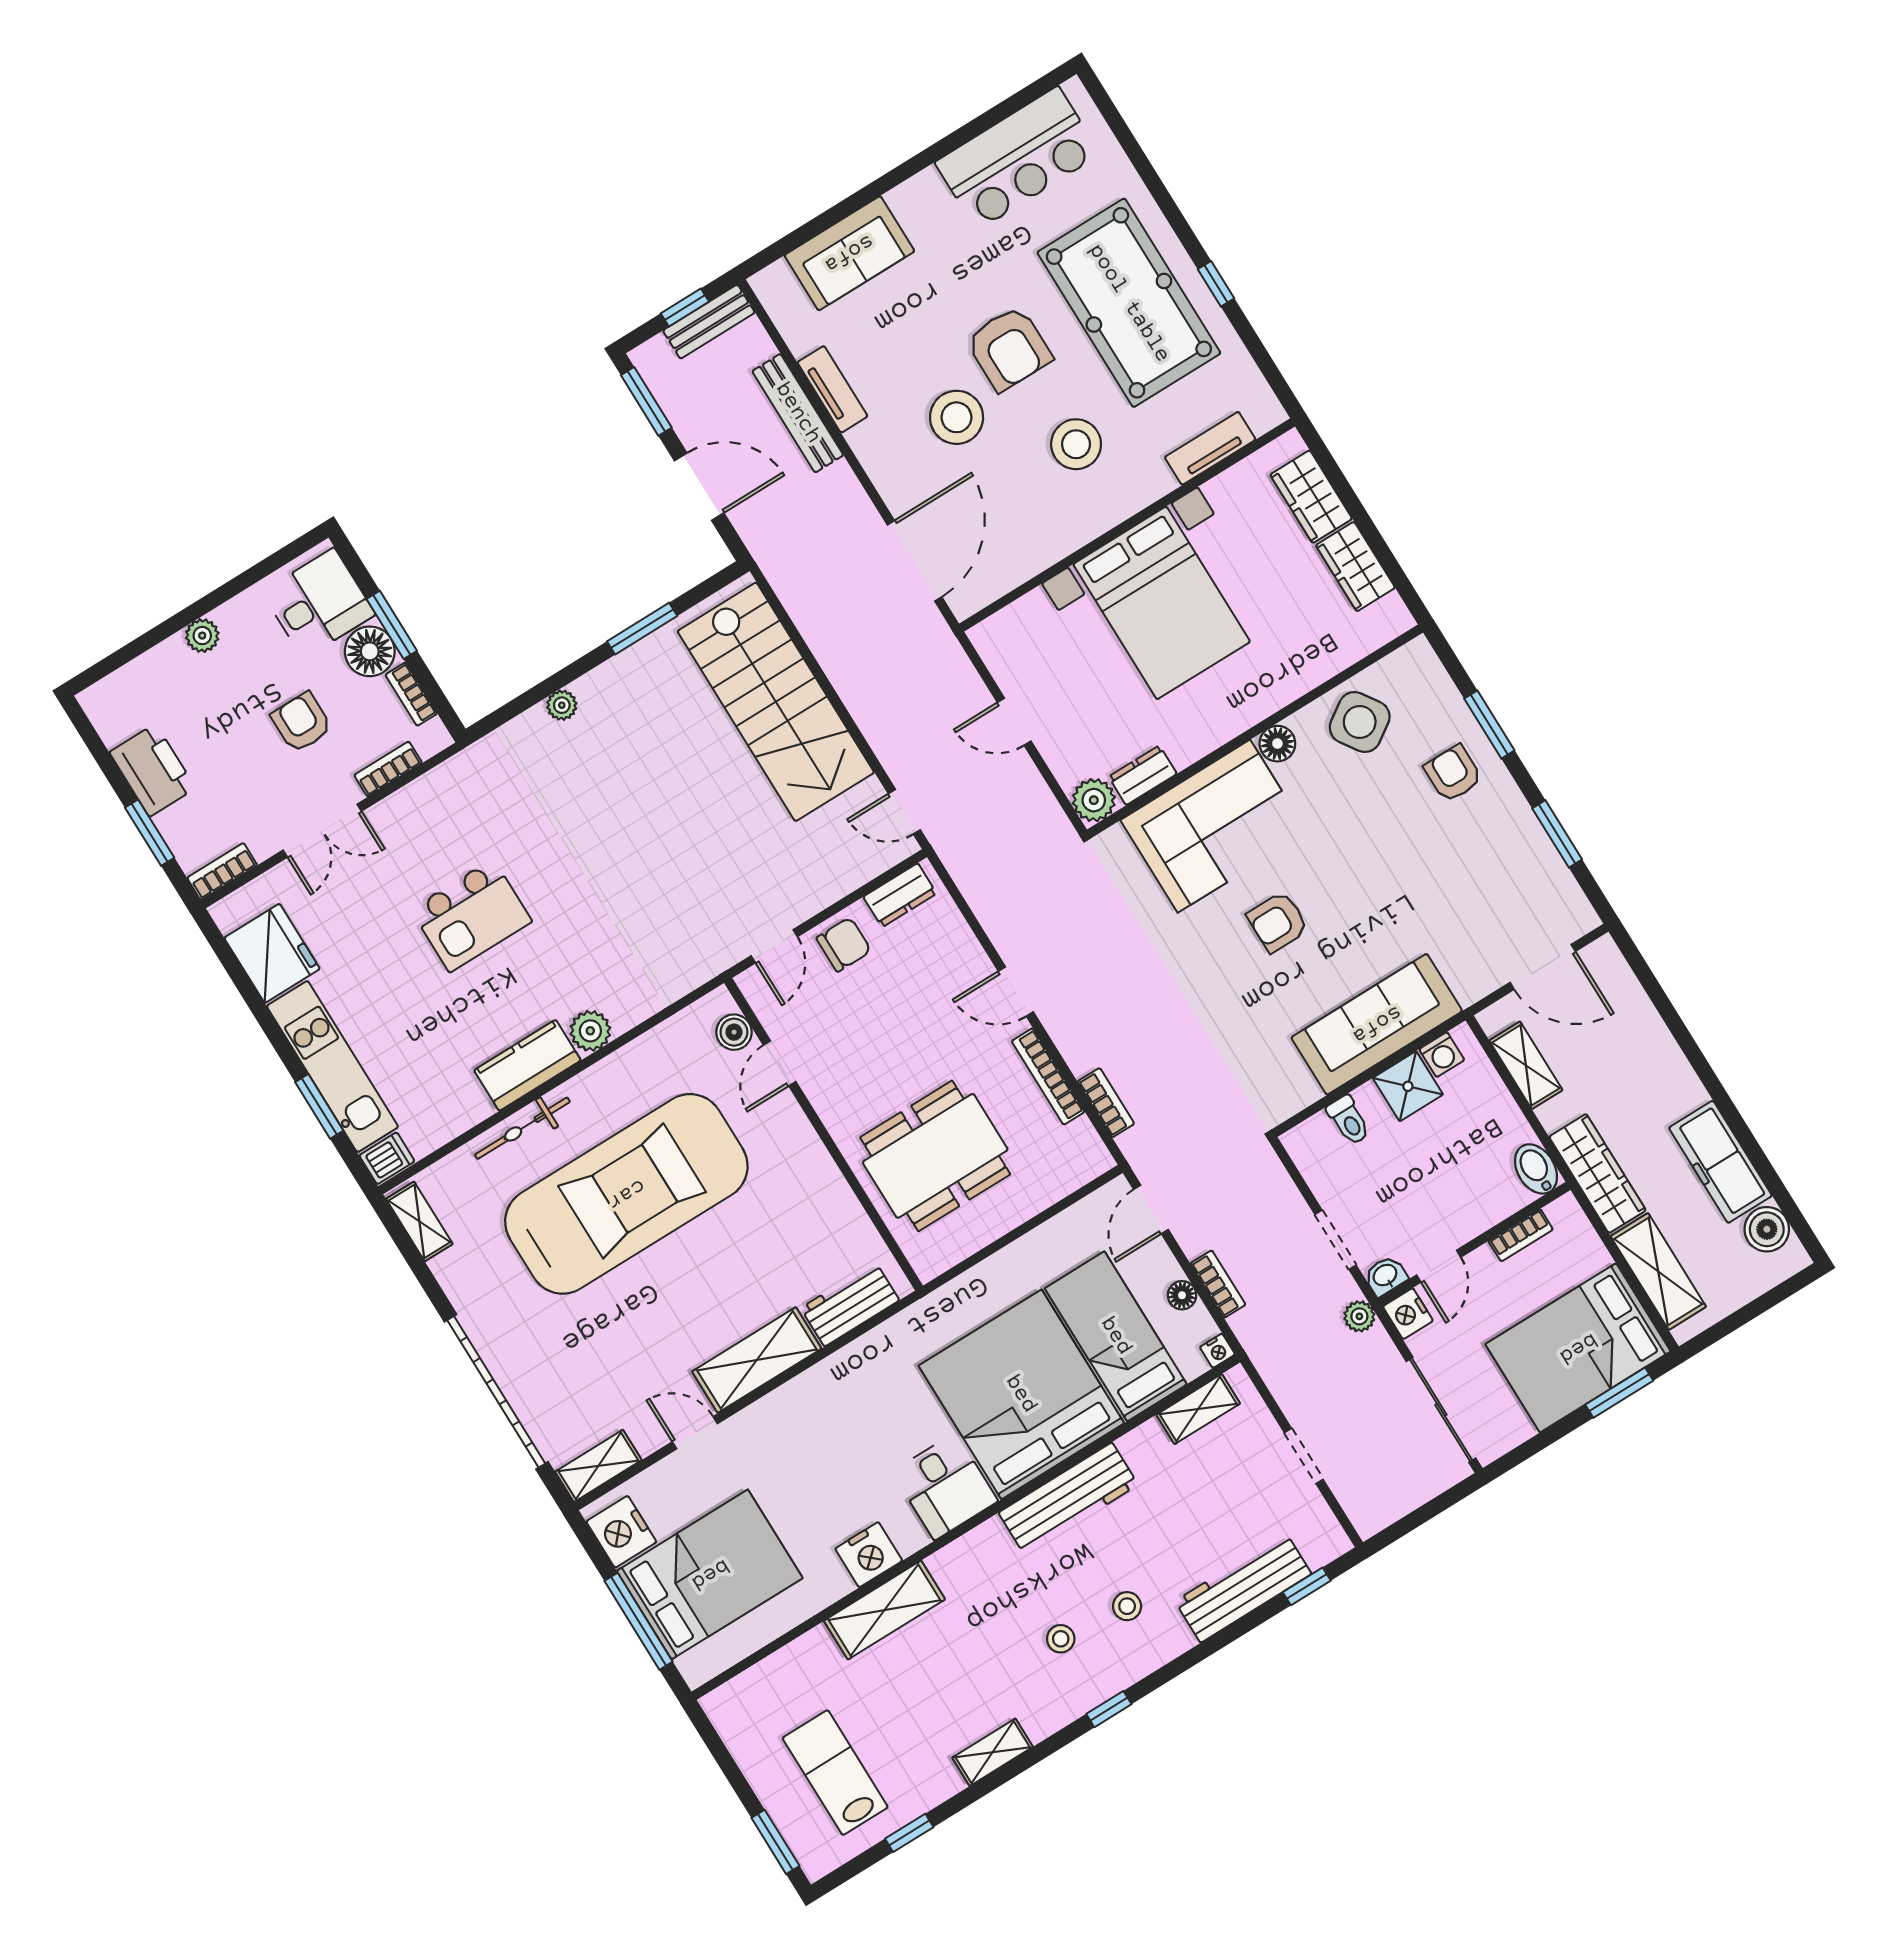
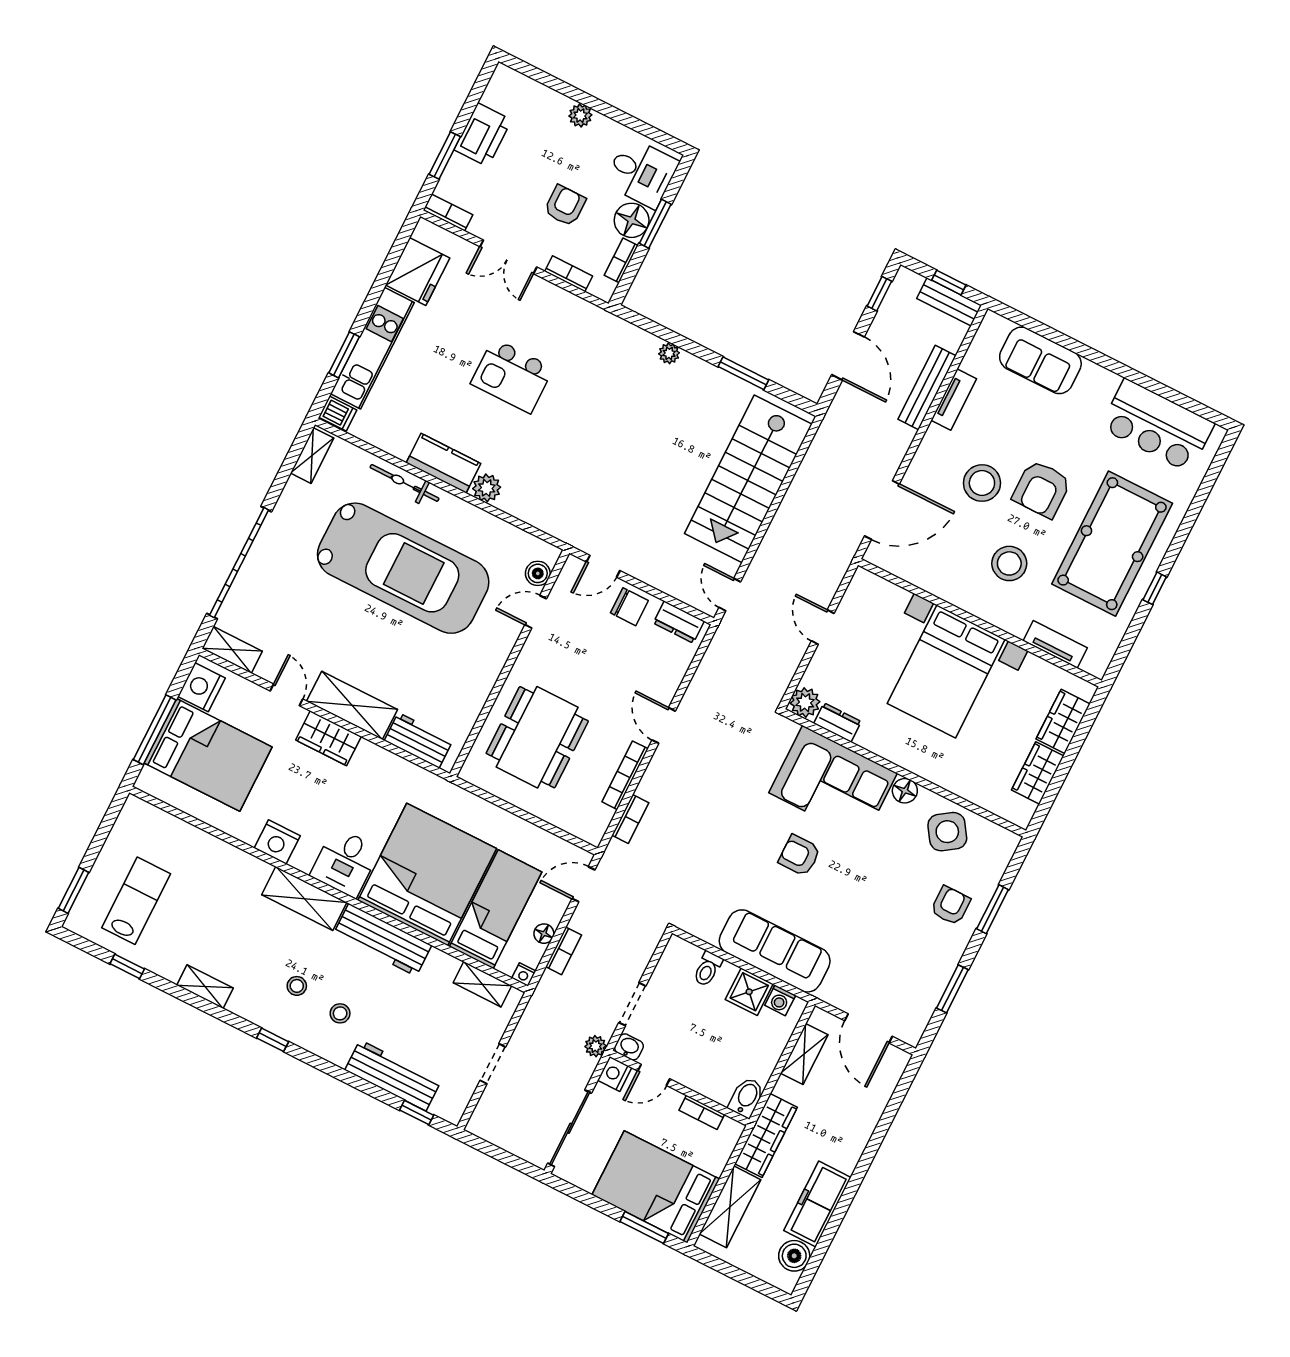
window: (646, 401) -> (879, 294), width x0.67
dining table: (935, 1156) -> (537, 737), turned 90
wardrobe: (780, 1414) -> (328, 738), added
shelving: (884, 1610) -> (304, 899), moved

